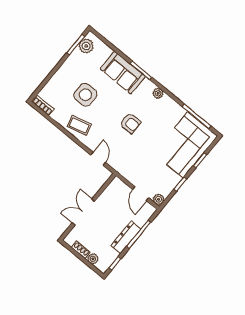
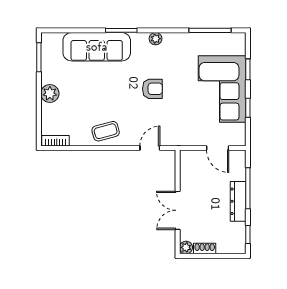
plant: (86, 46) -> (50, 93), moved
sofa: (123, 73) -> (97, 47), width x1.36
side table: (85, 95) -> (87, 97), removed
corner sofa: (185, 145) -> (222, 89), moved
door: (98, 159) -> (150, 148), hinge flipped
plant: (159, 199) -> (239, 139), removed
plant: (93, 259) -> (186, 247), moved

